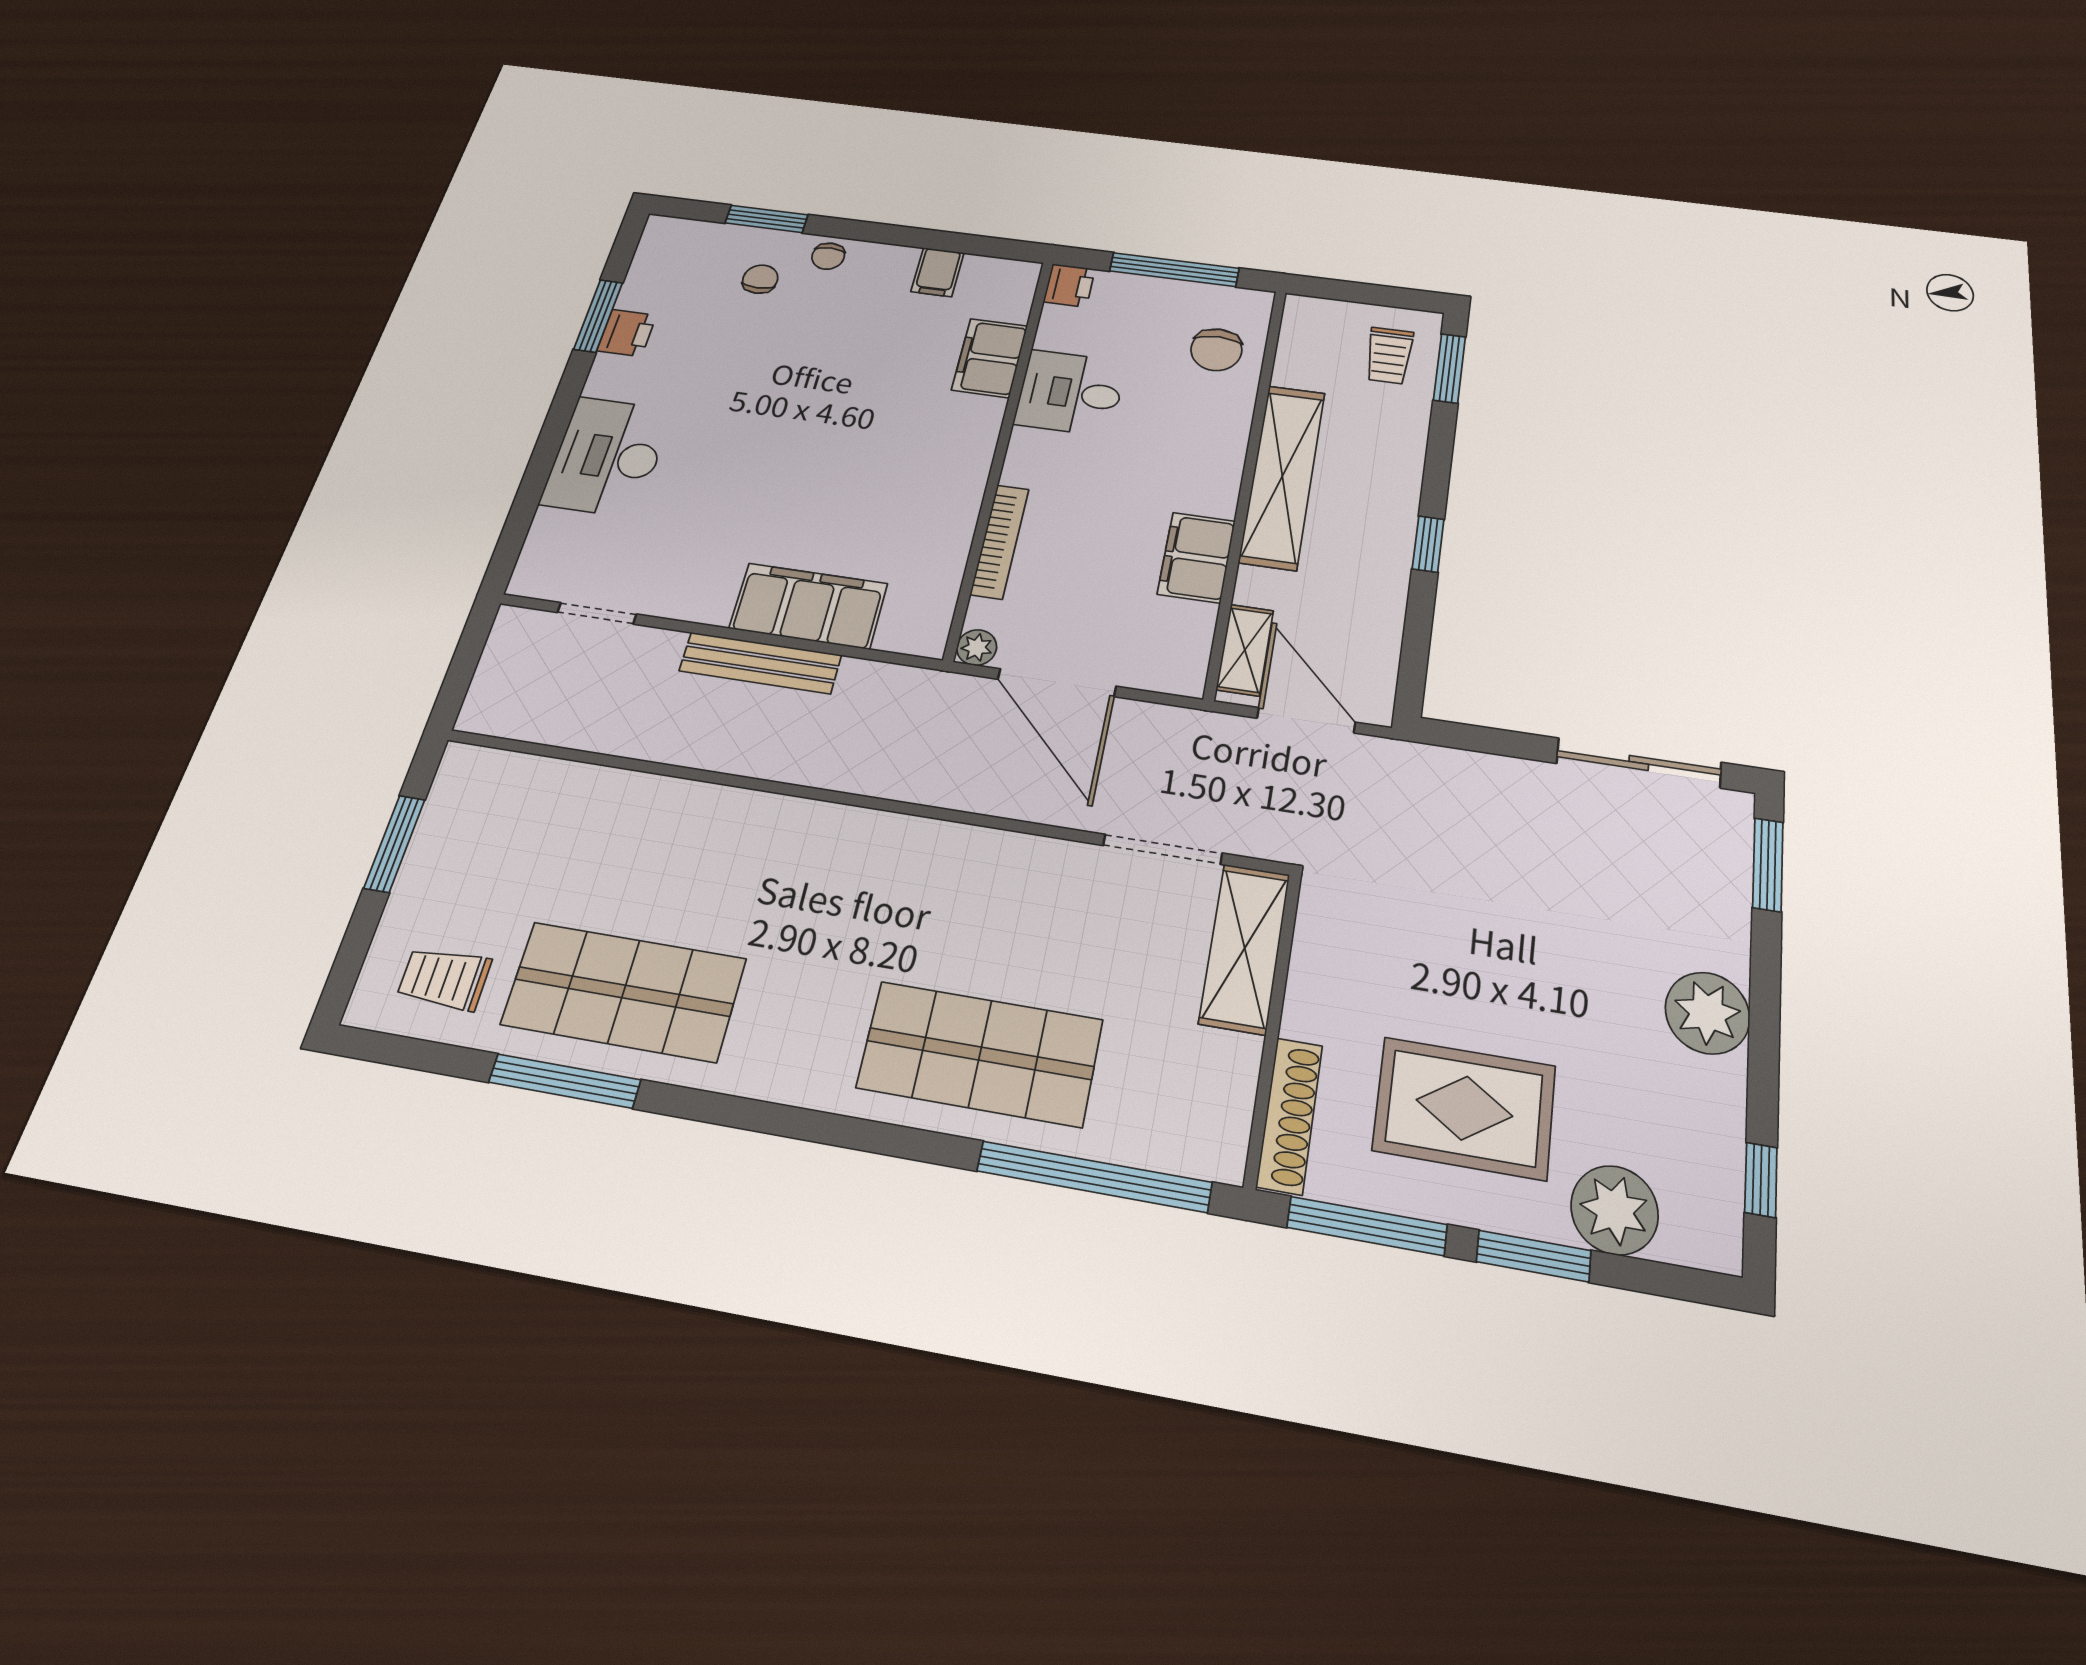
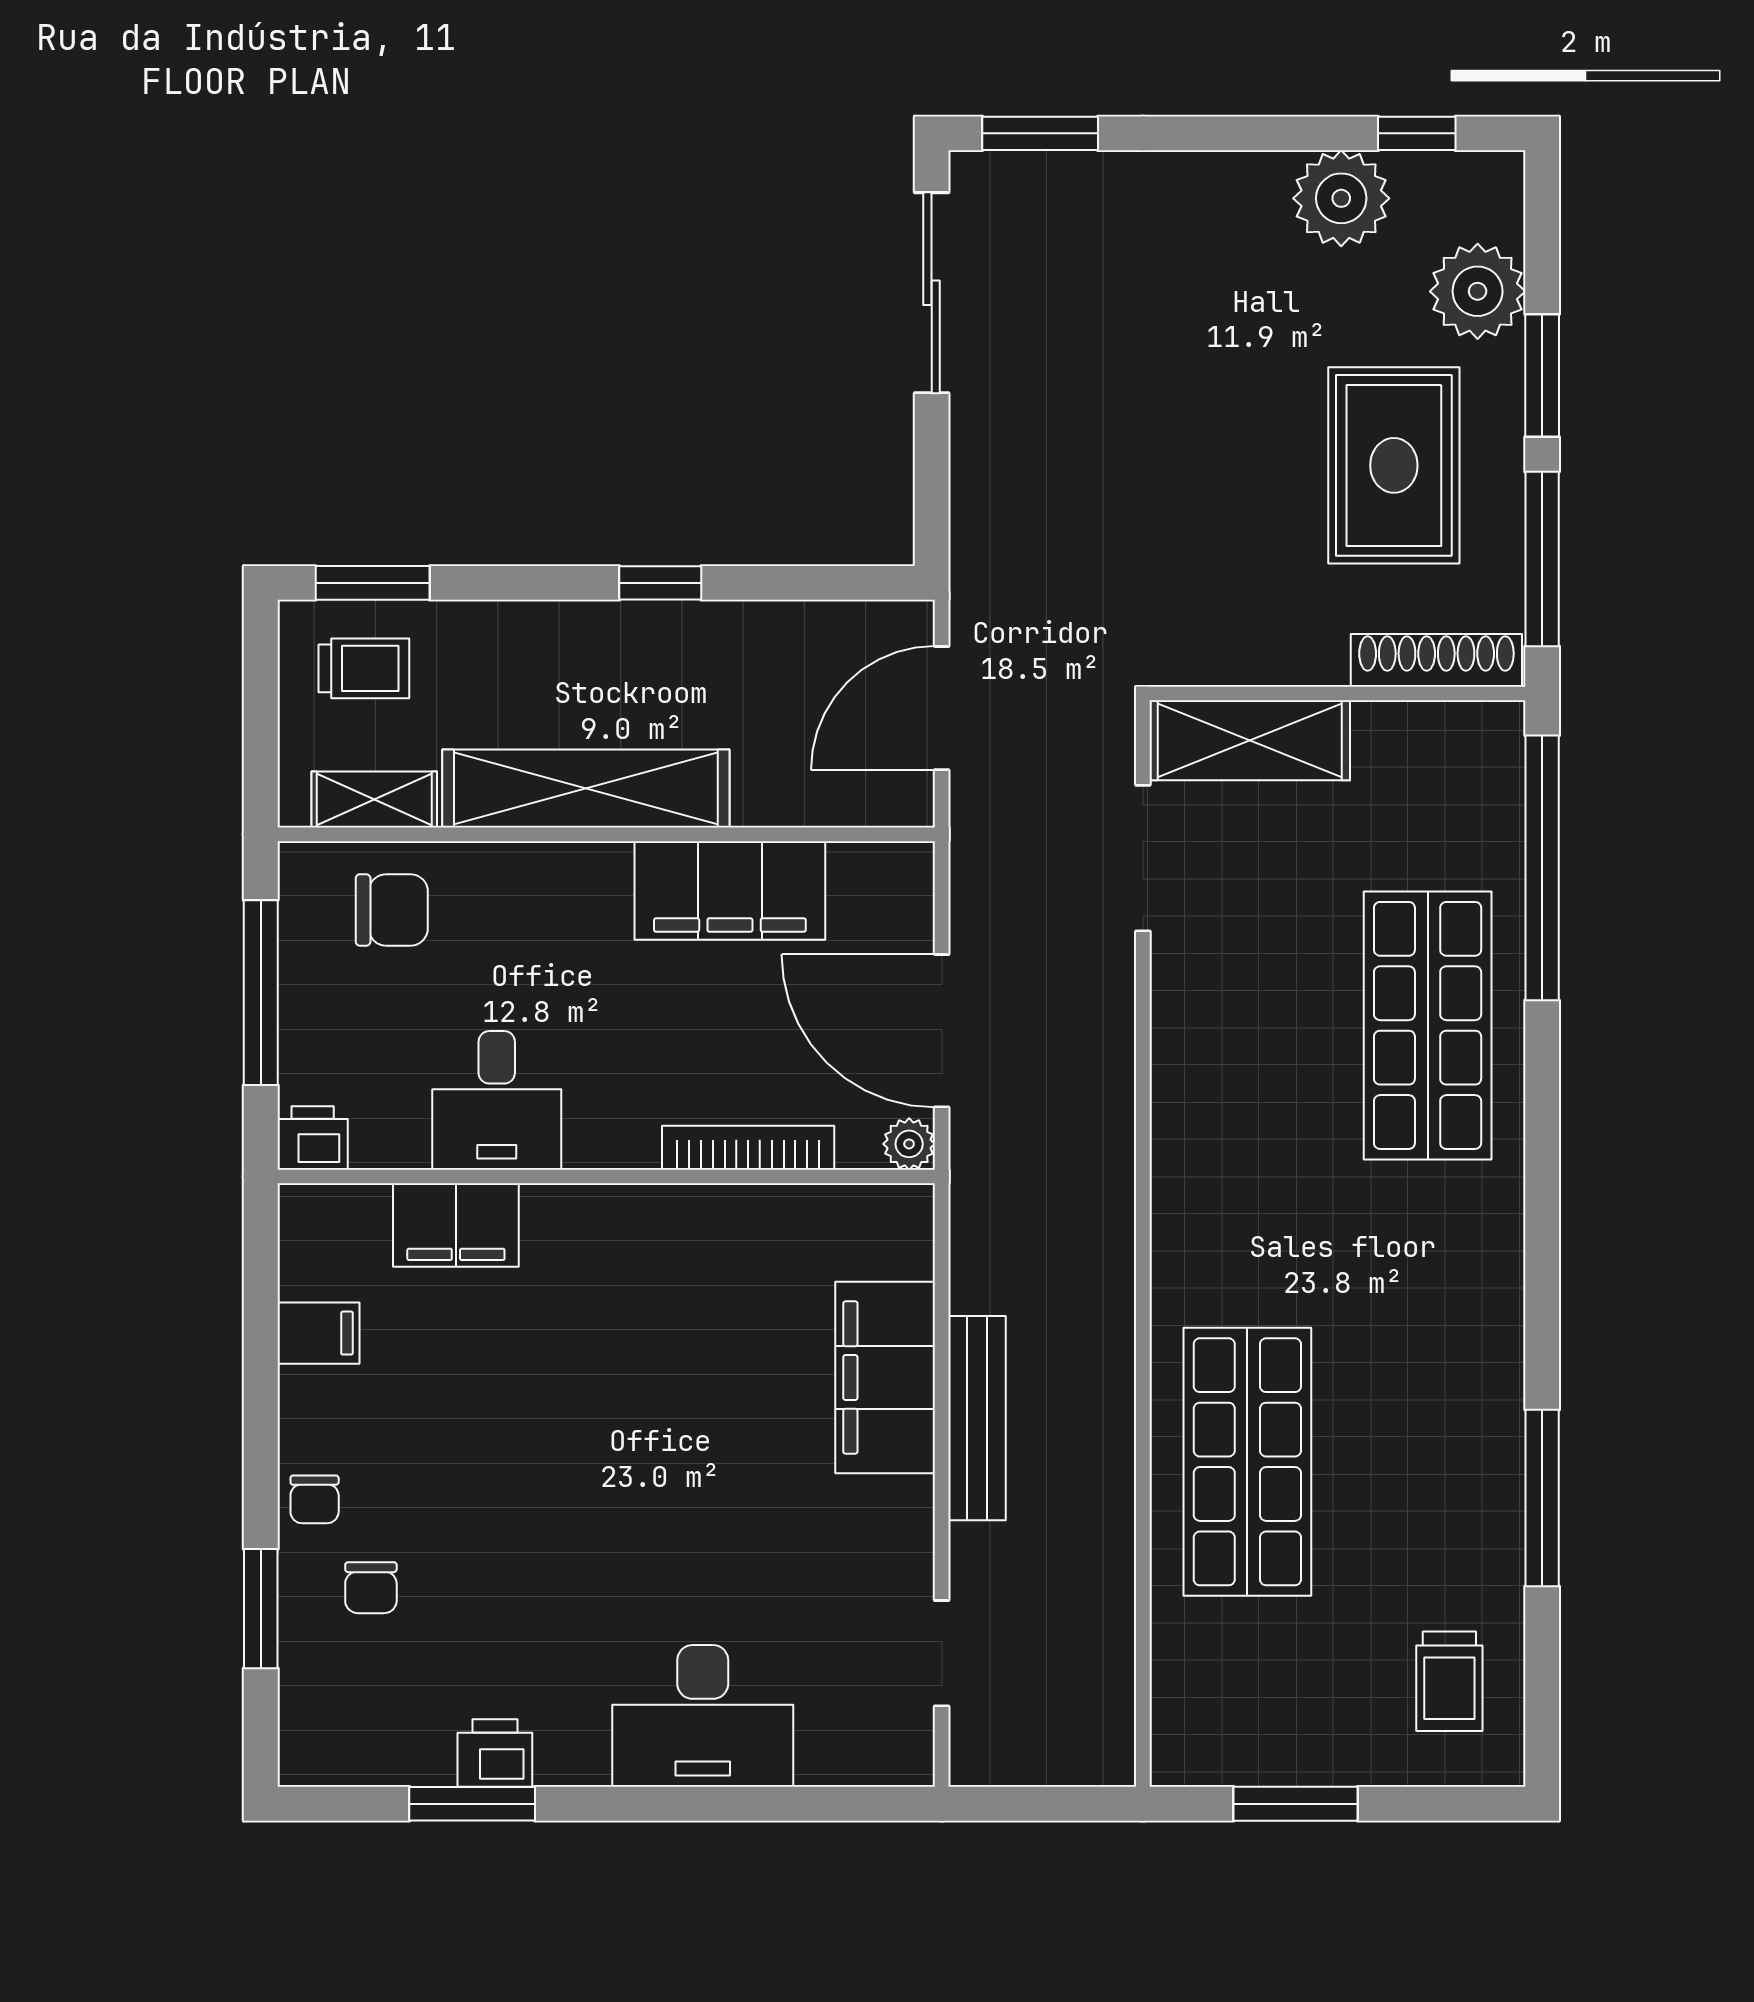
chair: (828, 256) -> (315, 1499), turned 90
chair: (760, 279) -> (371, 1588), turned -90
filing cabinet: (1196, 557) -> (730, 890), width x1.50, depth x1.17
shelving: (1245, 650) -> (374, 799), moved
door: (1057, 683) -> (942, 1031), swing flipped
shop shelf: (624, 991) -> (1247, 1462), moved
plant: (1707, 1013) -> (1341, 198), moved

